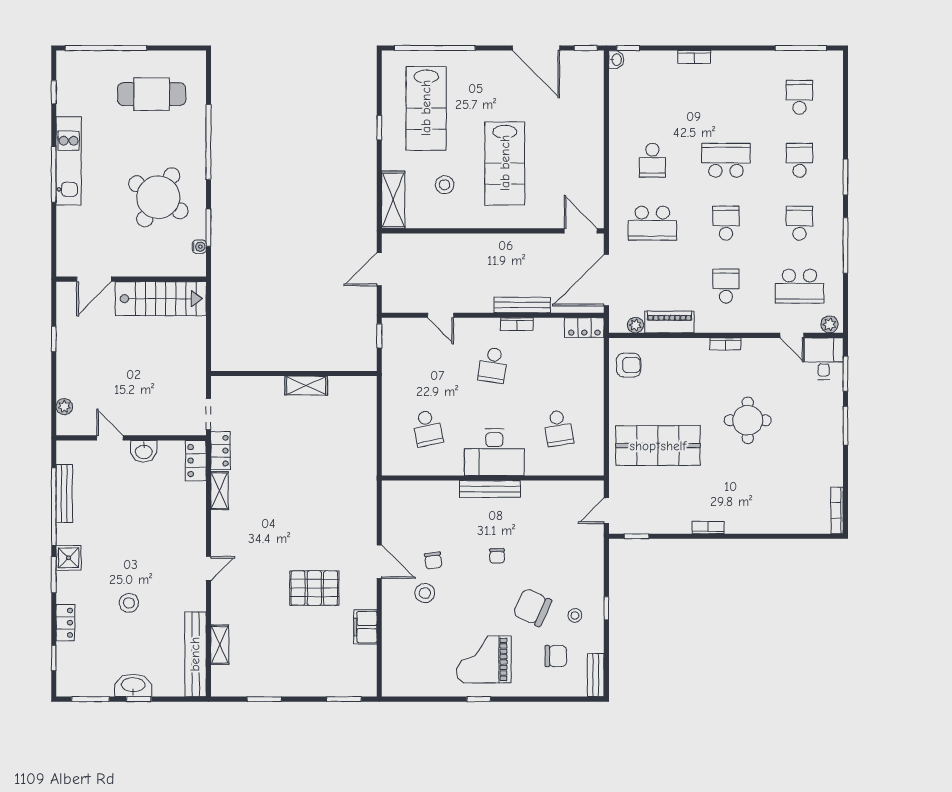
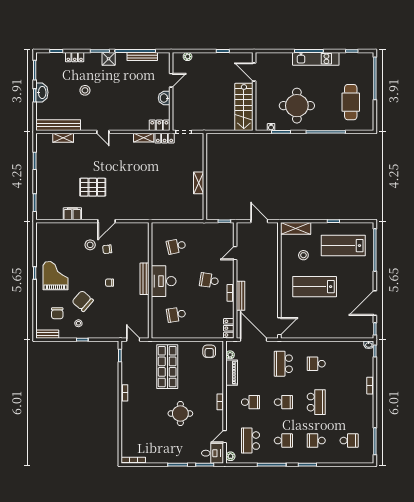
school desk: (799, 160) -> (316, 441), turned 180
round table: (158, 197) -> (297, 106), turned -32
pallet: (314, 588) -> (93, 187), turned 90
chair: (532, 607) -> (83, 301), turned -74

